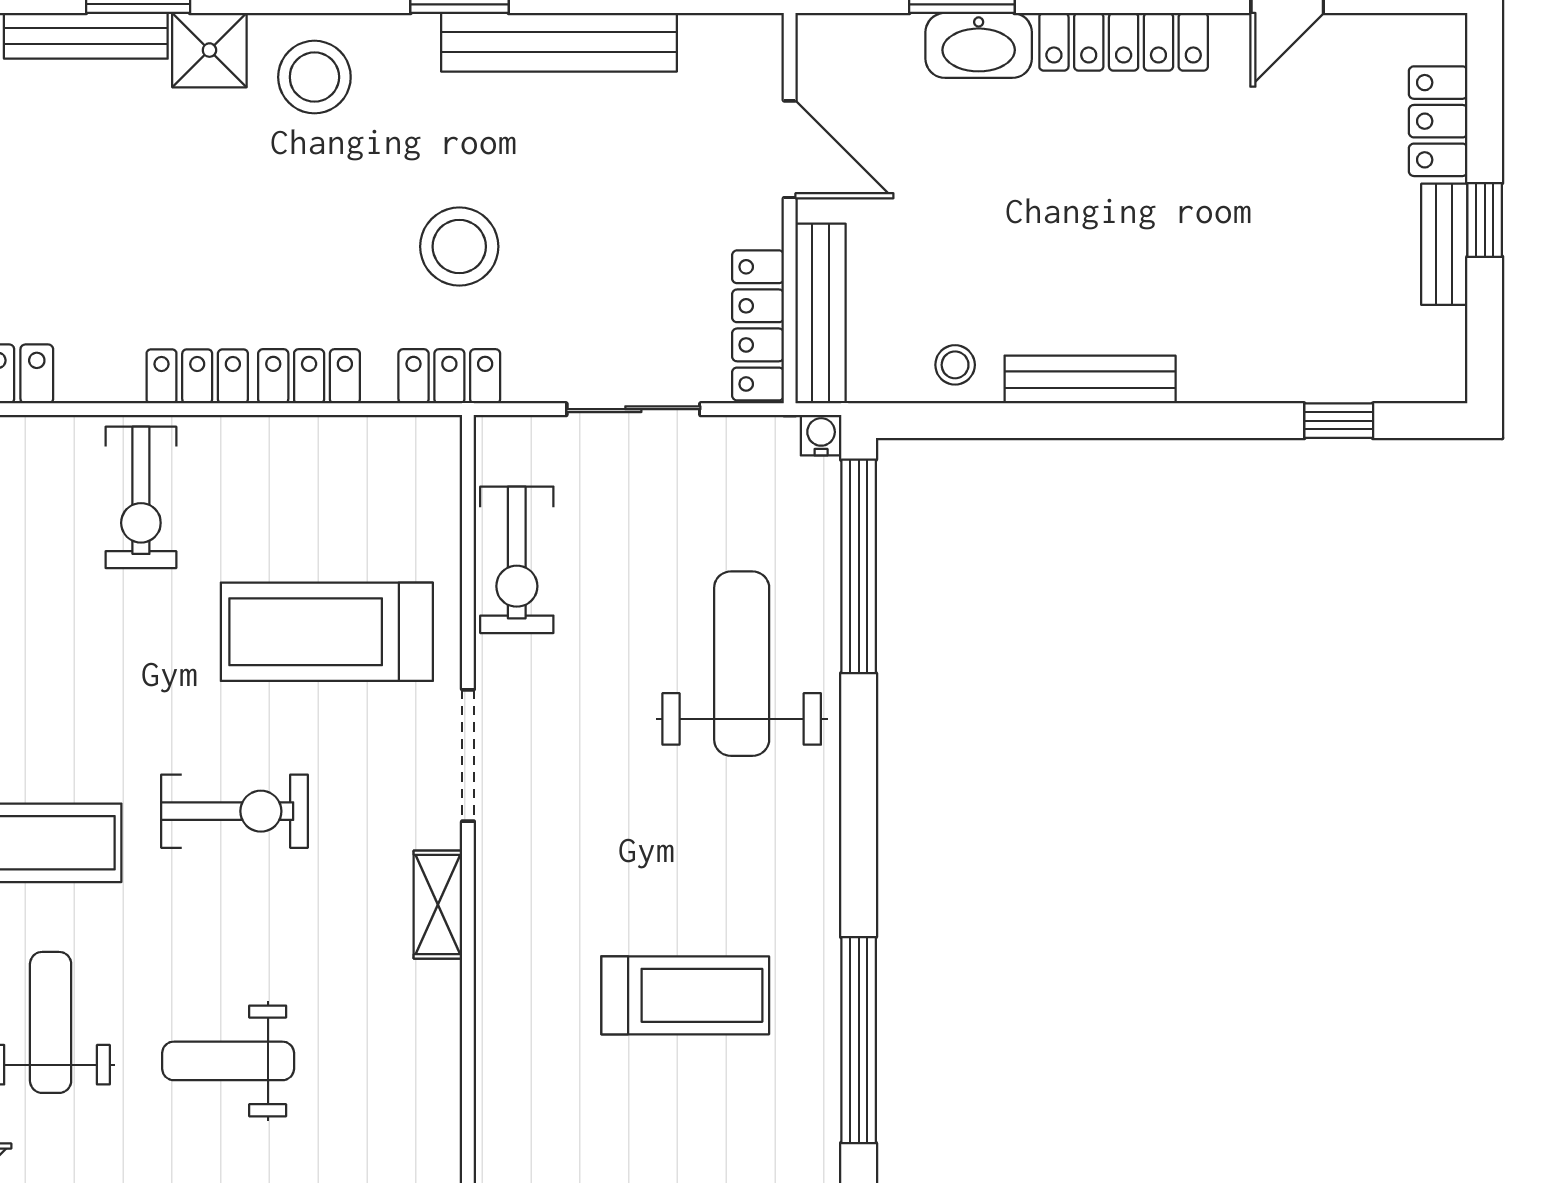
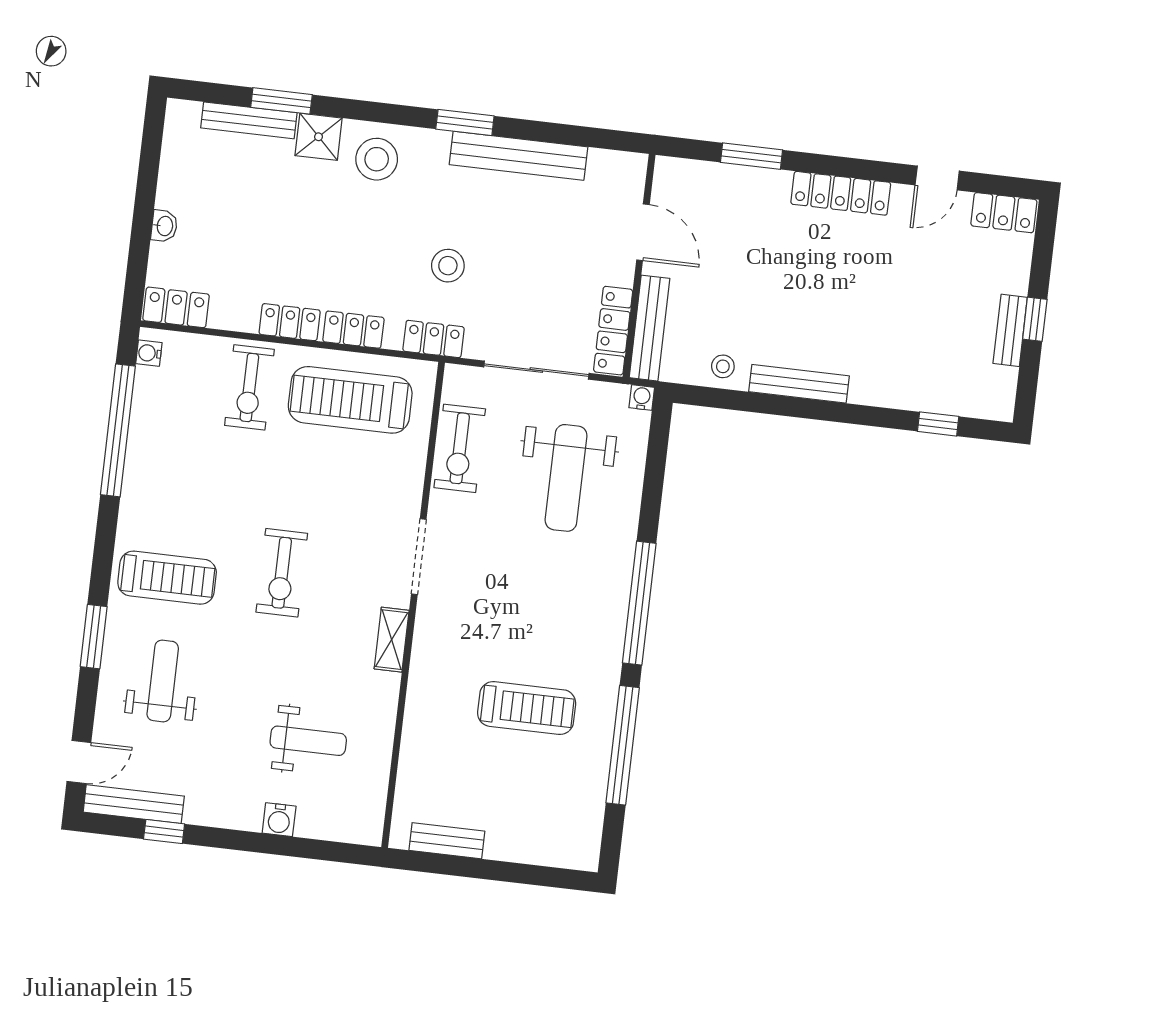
washbasin: (979, 45) -> (758, 186), removed
locker: (1438, 121) -> (1004, 213), moved, turned -90
stool: (459, 247) -> (448, 266), width x0.73, depth x0.73
sliding door: (633, 409) -> (536, 370), width x1.37
window: (859, 566) -> (639, 603), moved
treadmill: (327, 632) -> (350, 400), moved
weight bench: (742, 664) -> (566, 478), moved, turned 180
exercise bike: (234, 811) -> (282, 573), turned 90
weight bench: (228, 1061) -> (308, 741), moved, turned 180

